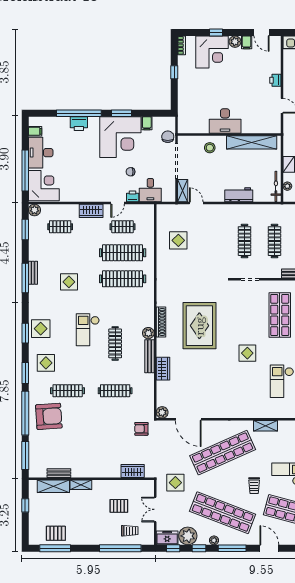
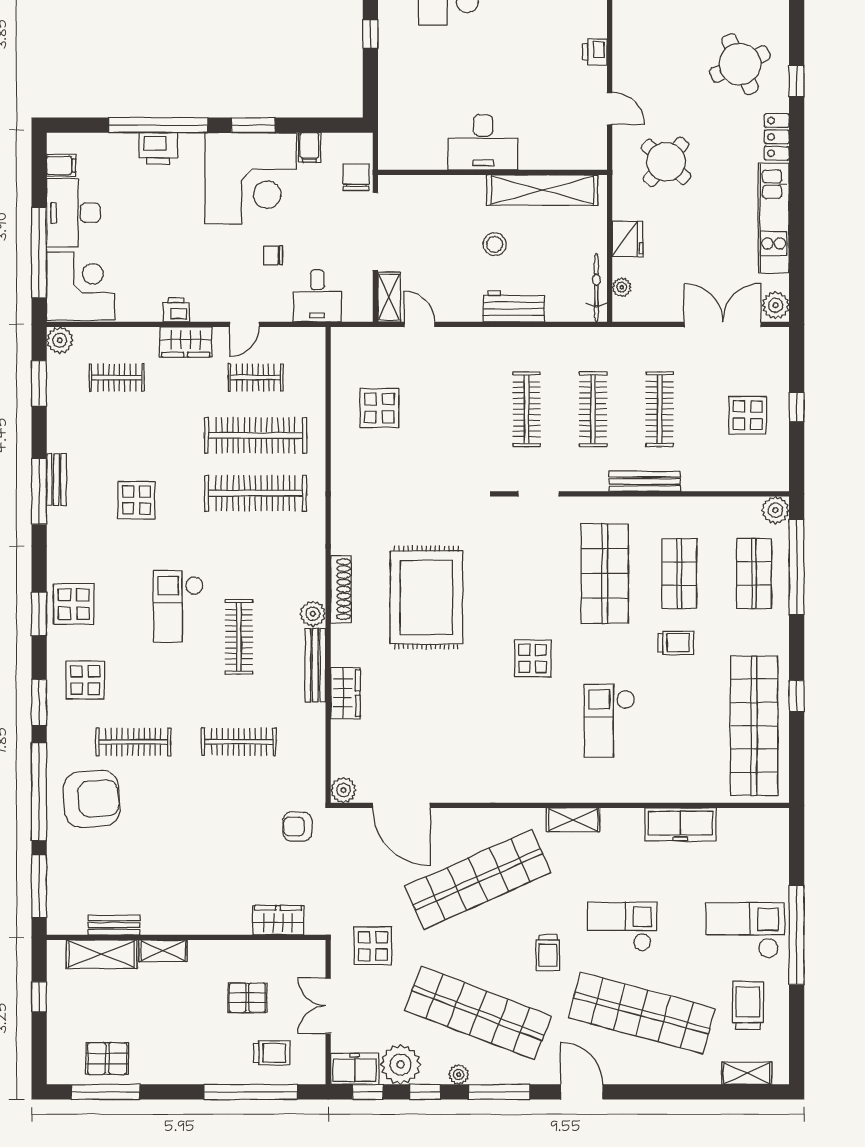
stool: (210, 148) -> (495, 244), moved
printer: (133, 196) -> (176, 310), moved

